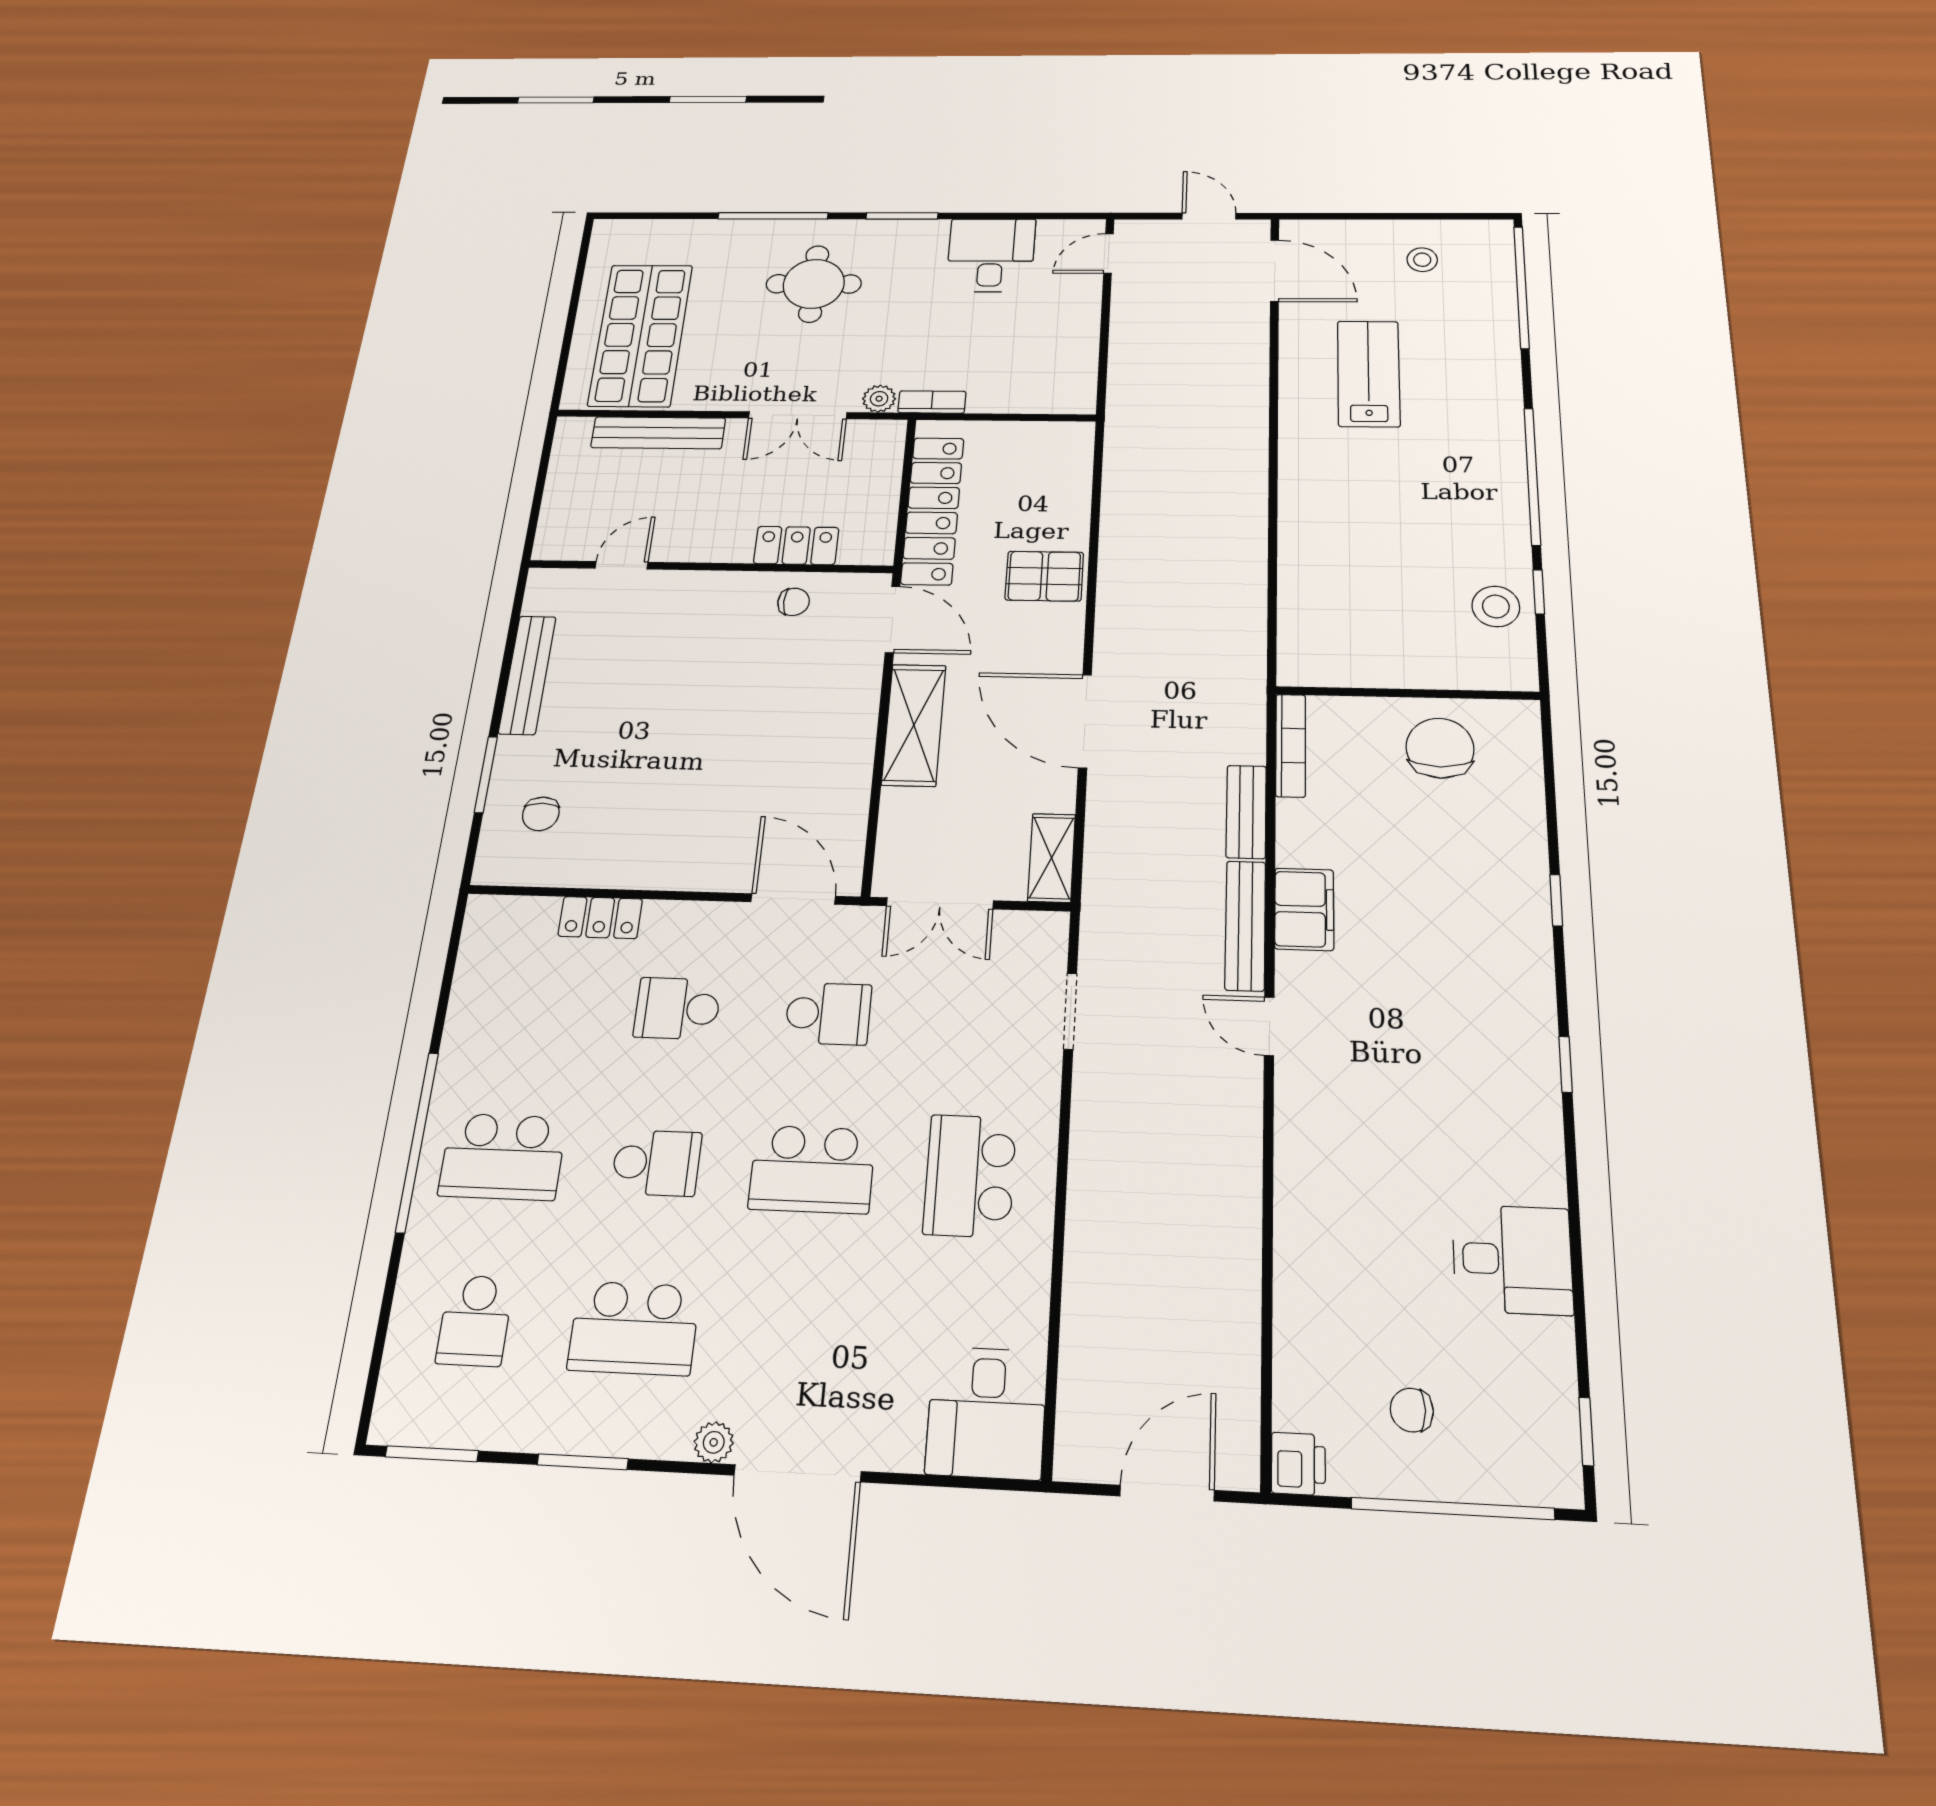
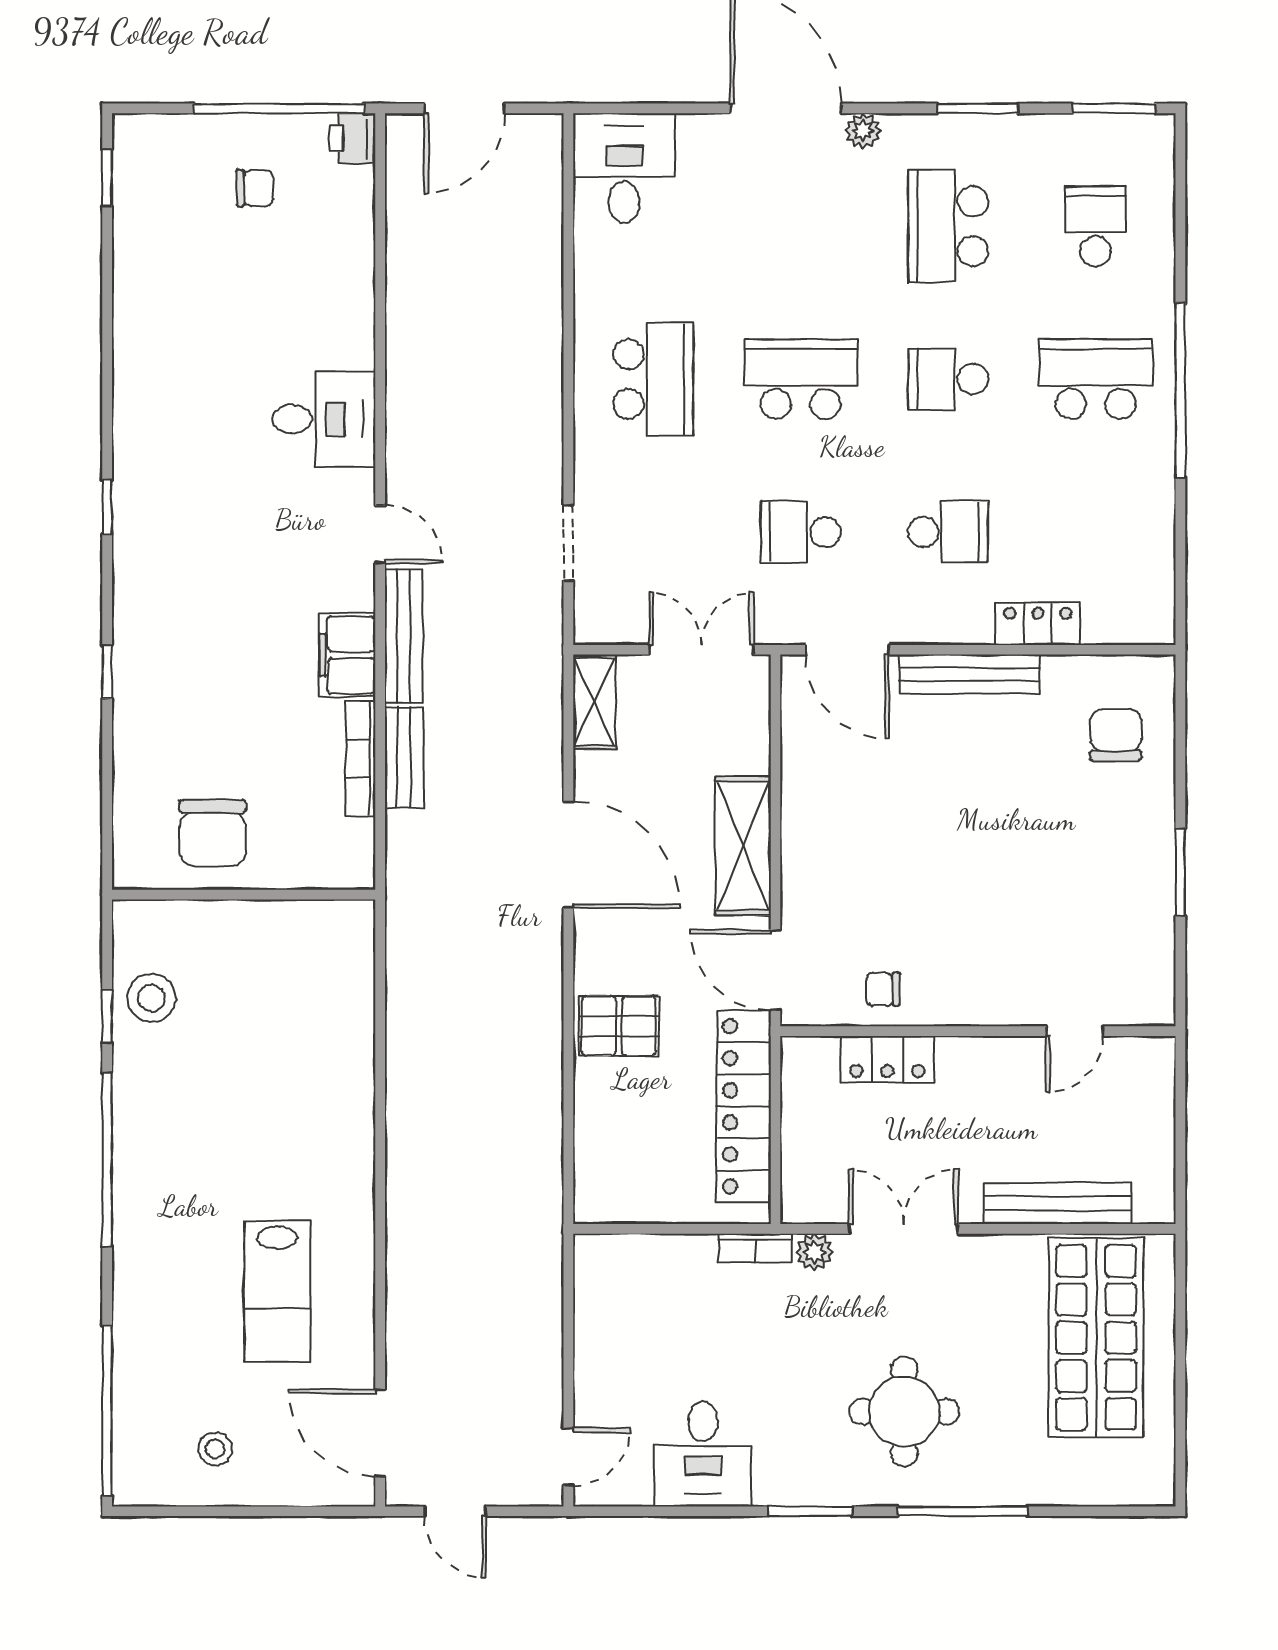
bench: (527, 675) -> (969, 674), moved, turned 90
bookcase: (1291, 745) -> (361, 758), moved
window: (486, 775) -> (1180, 872), moved
chair: (541, 814) -> (1116, 735), width x1.37, depth x1.37
desk: (1512, 1259) -> (324, 419), moved, turned 180
school desk: (634, 1328) -> (948, 226), turned -90
window: (1453, 1508) -> (279, 108), moved

